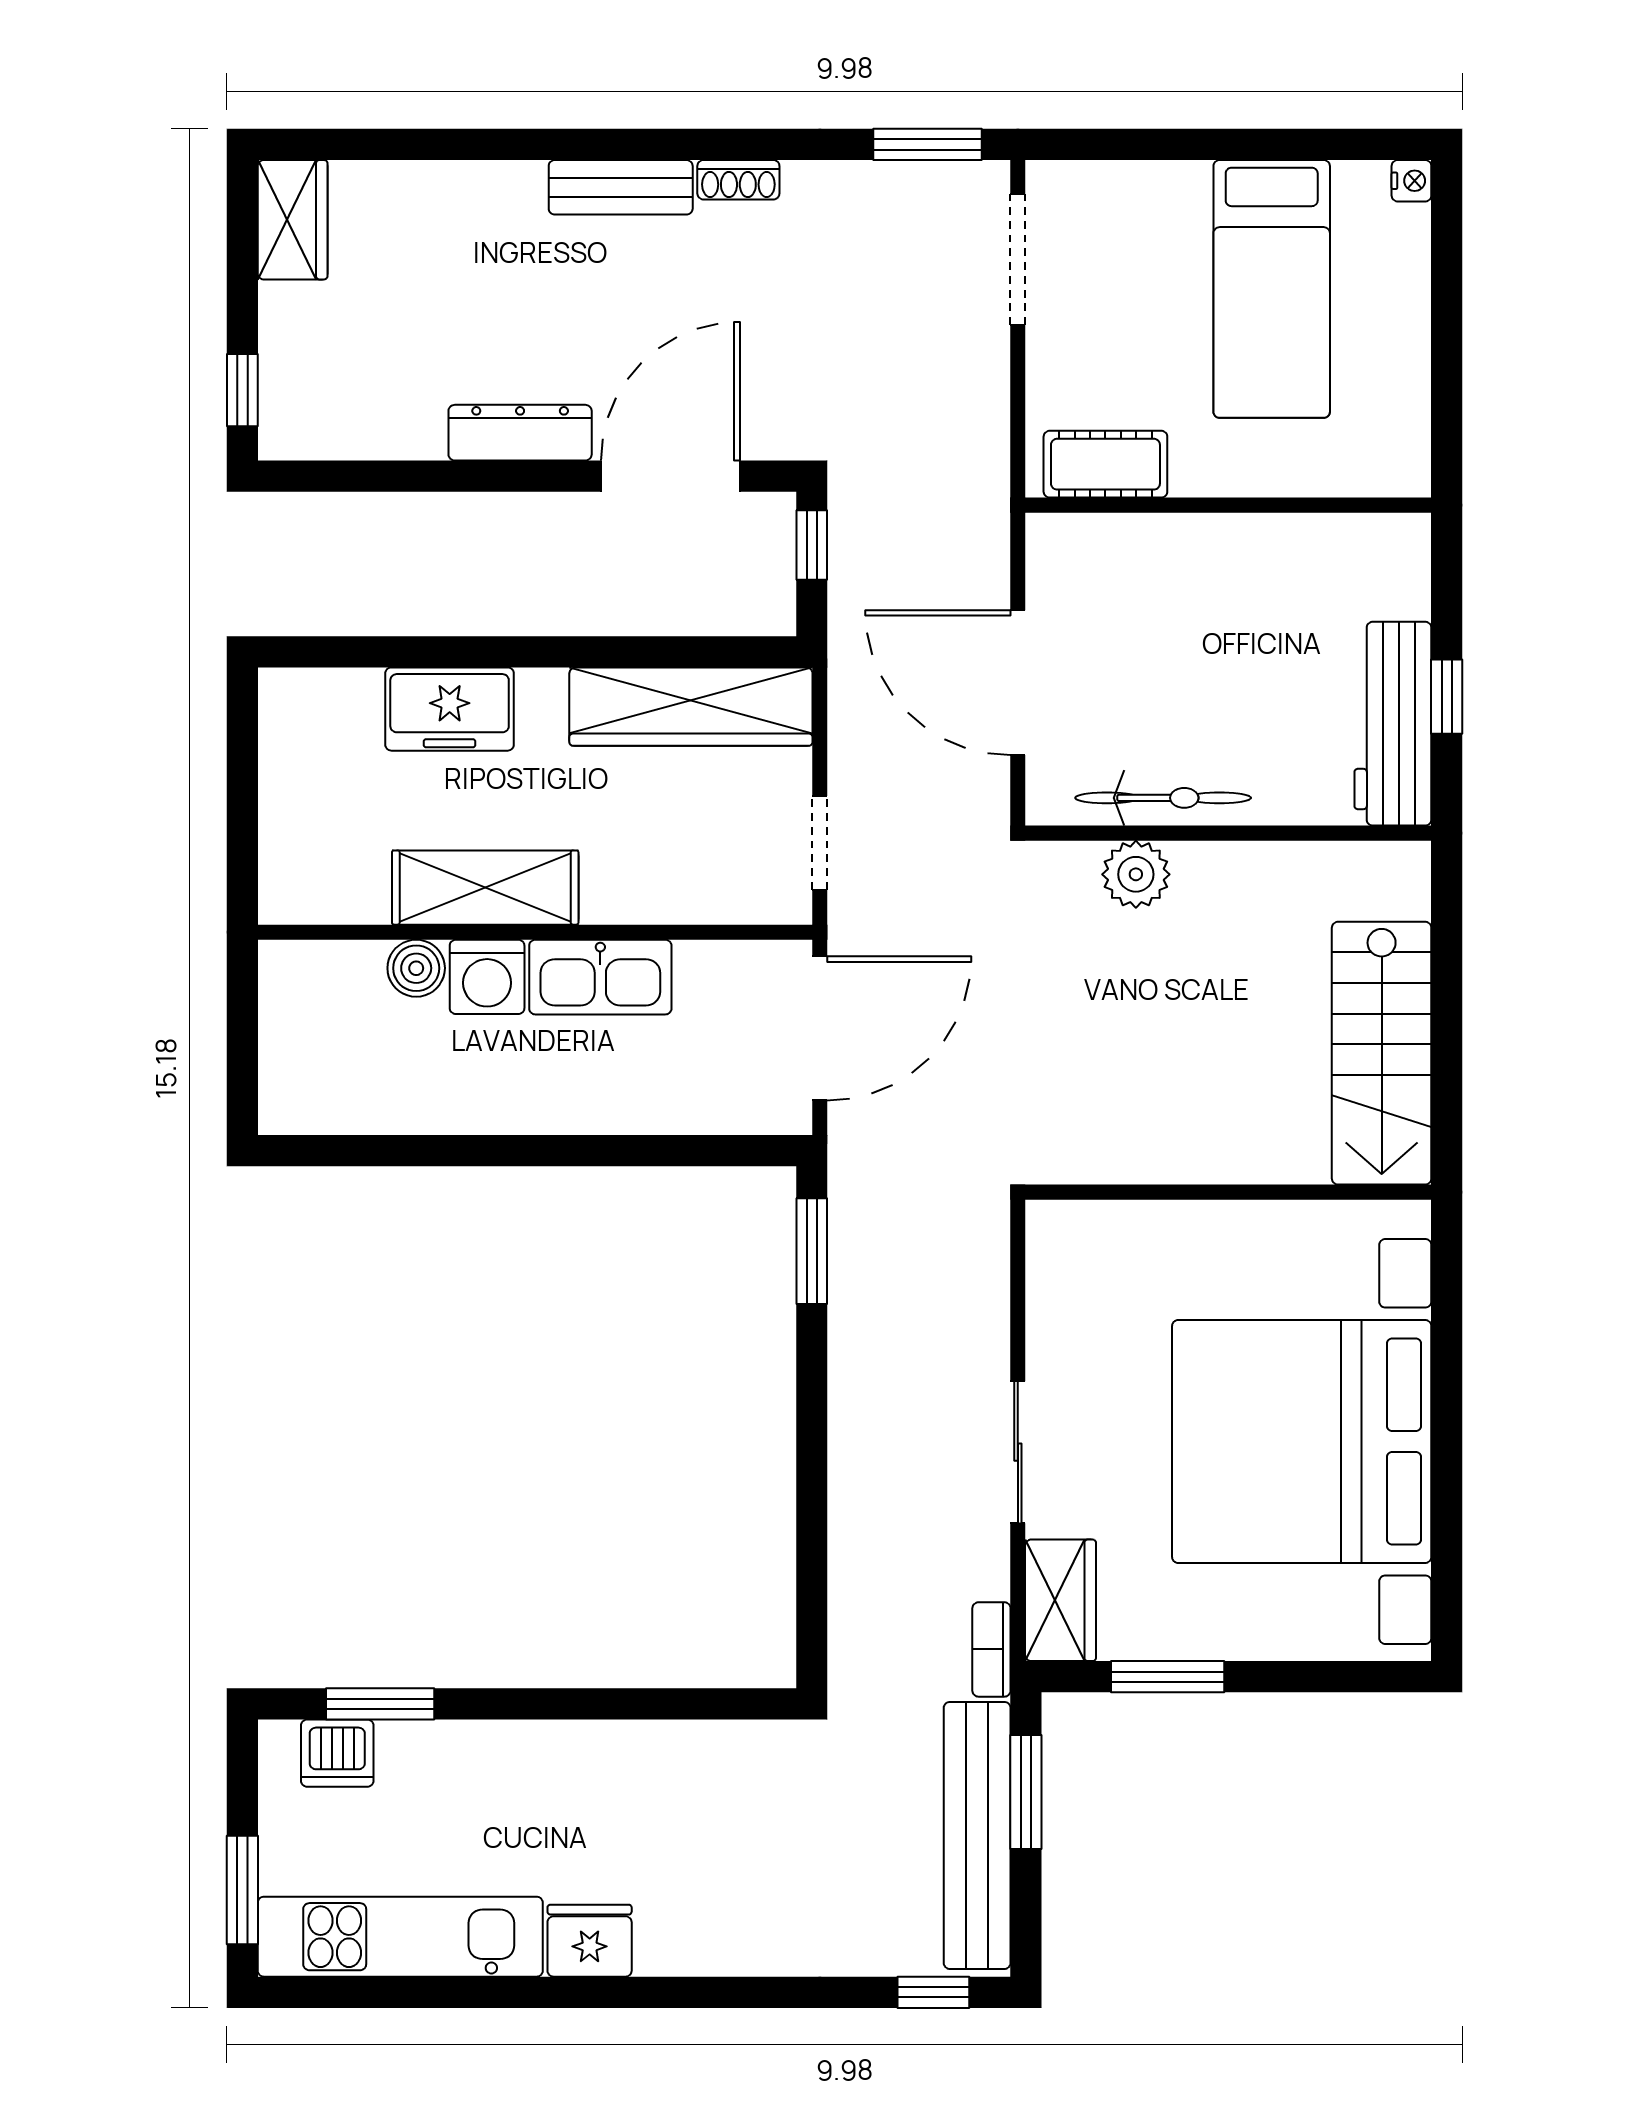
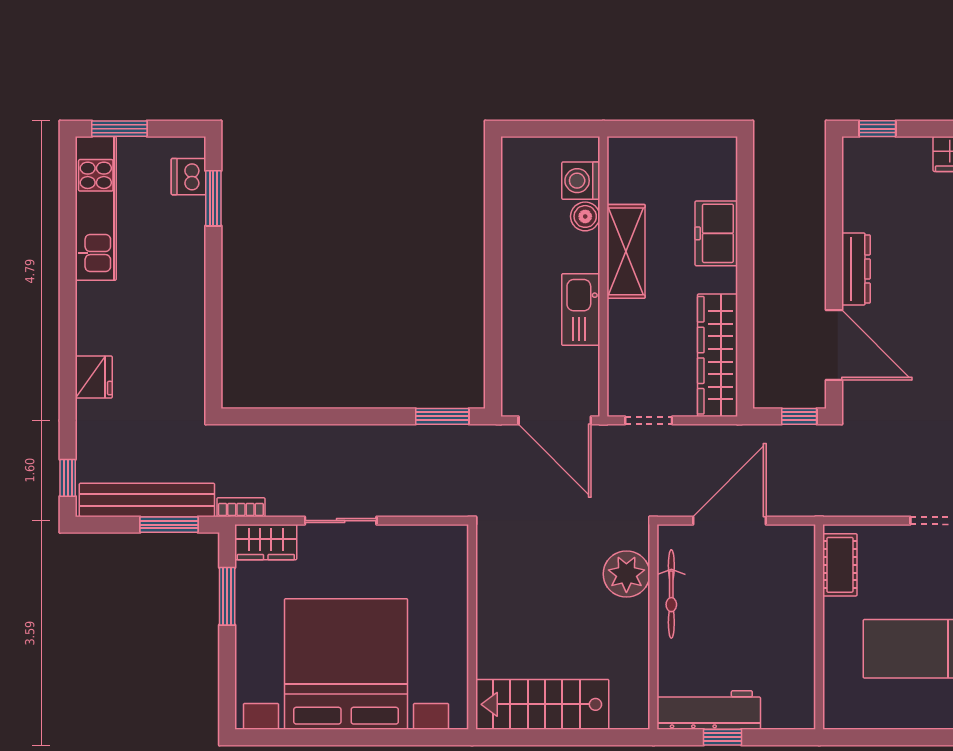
plant: (1136, 874) -> (626, 574), width x1.36, depth x1.36
washing machine: (487, 977) -> (581, 181), moved
fridge: (590, 1941) -> (94, 377), moved

